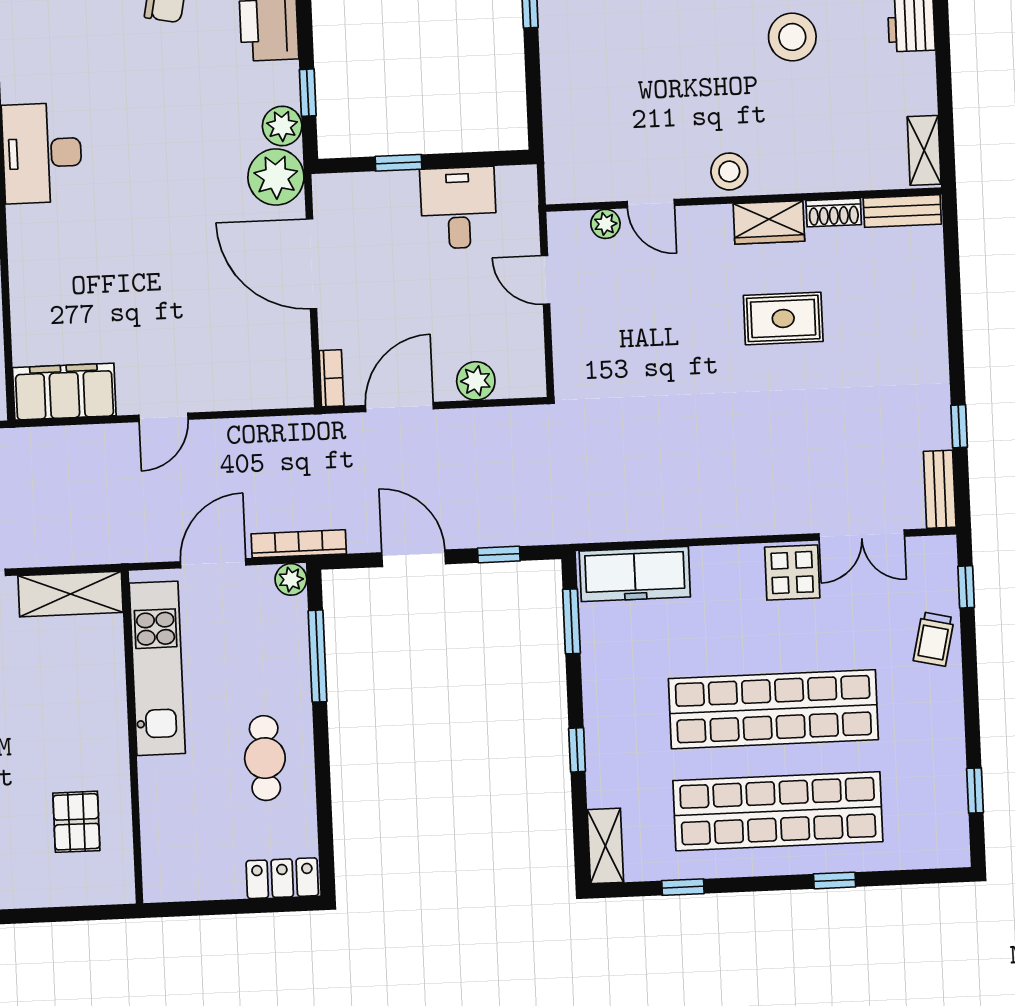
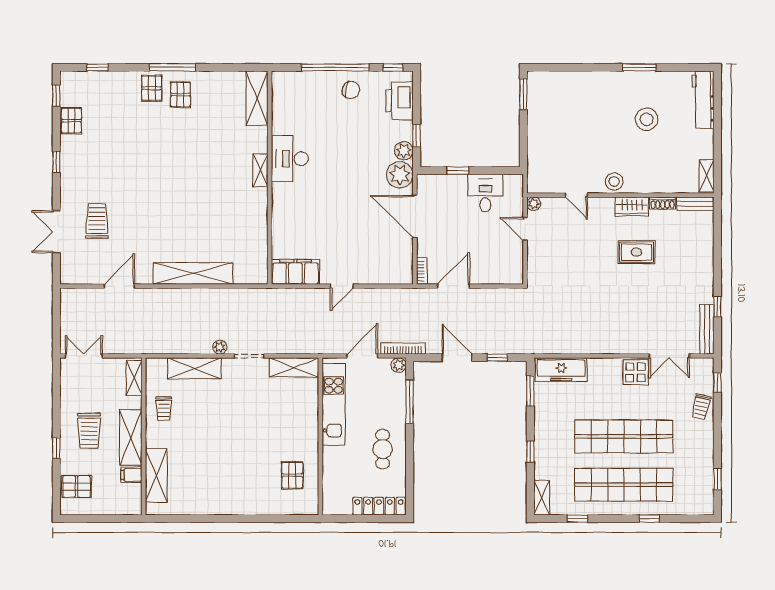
plant: (605, 224) -> (534, 204), moved
plant: (476, 381) -> (490, 275), removed
bench: (940, 489) -> (707, 329), width x1.36
locker: (282, 878) -> (379, 506), width x1.53

